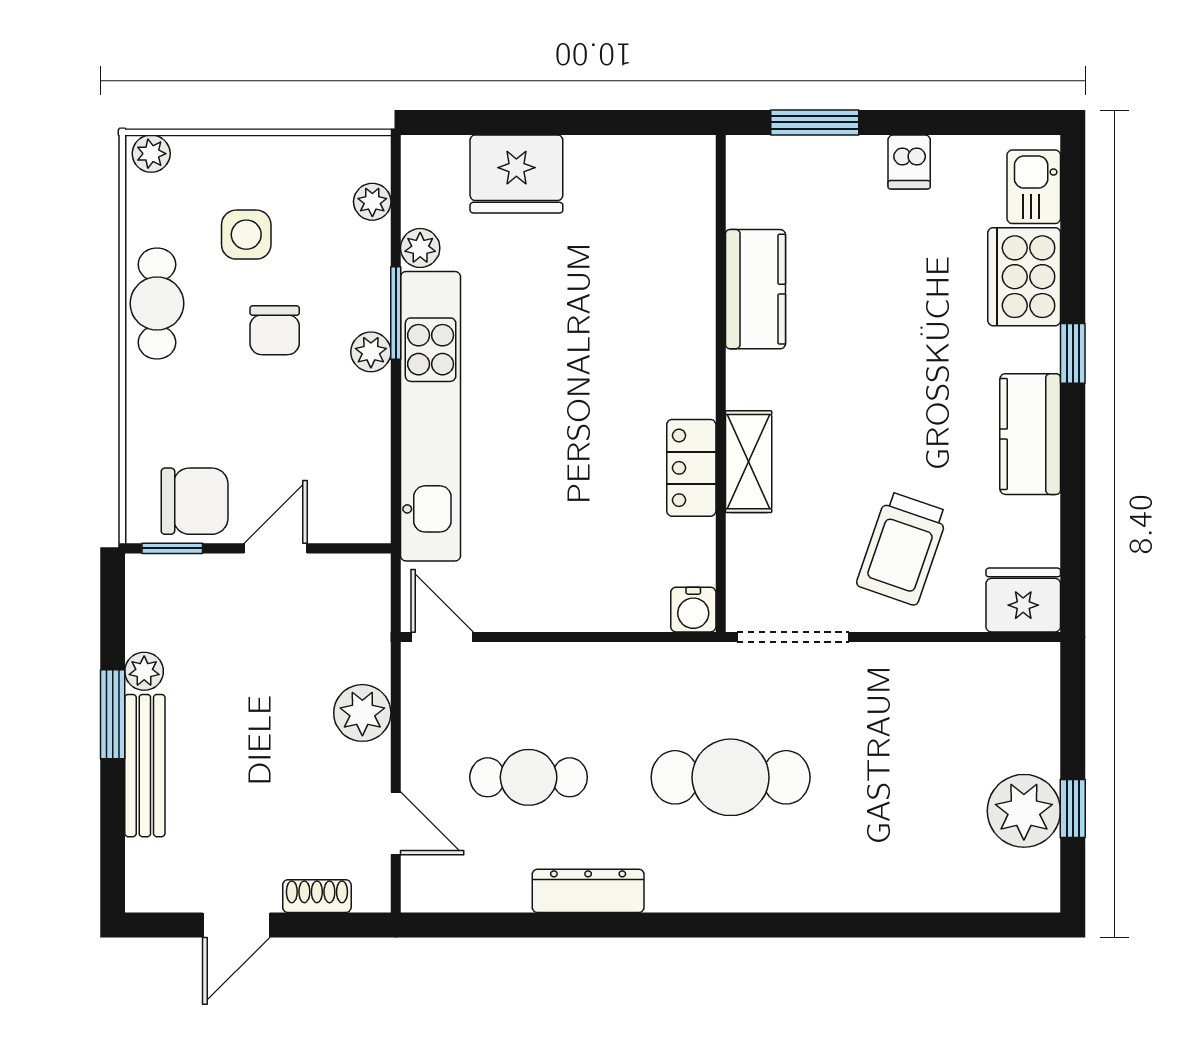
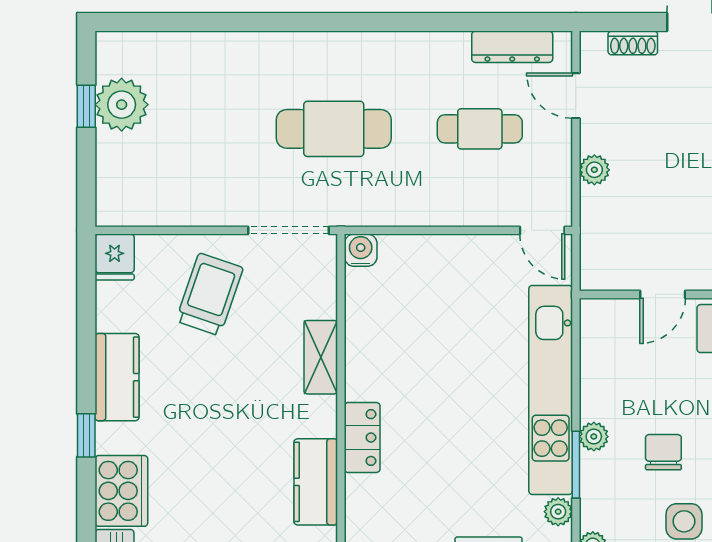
locker: (691, 468) -> (362, 438), moved
fridge: (1023, 600) -> (115, 257), width x0.72
plant: (362, 713) -> (594, 170), width x0.73, depth x0.73
dresser: (588, 891) -> (512, 47), moved

